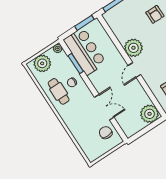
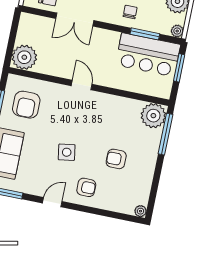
window: (84, 23) -> (179, 68), moved
plant: (133, 48) -> (153, 116), moved

